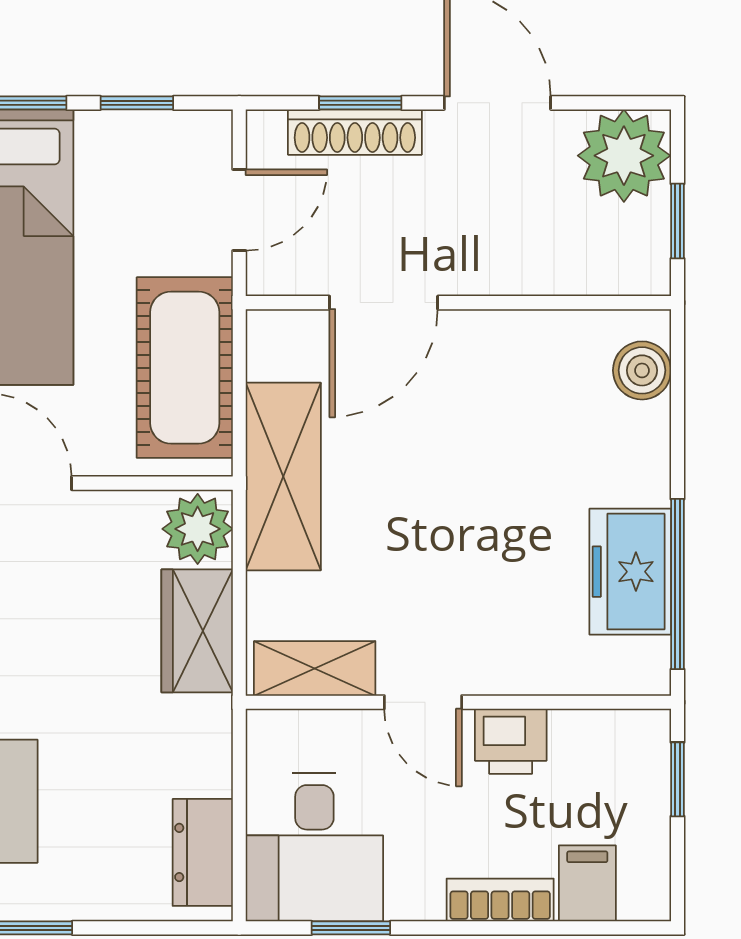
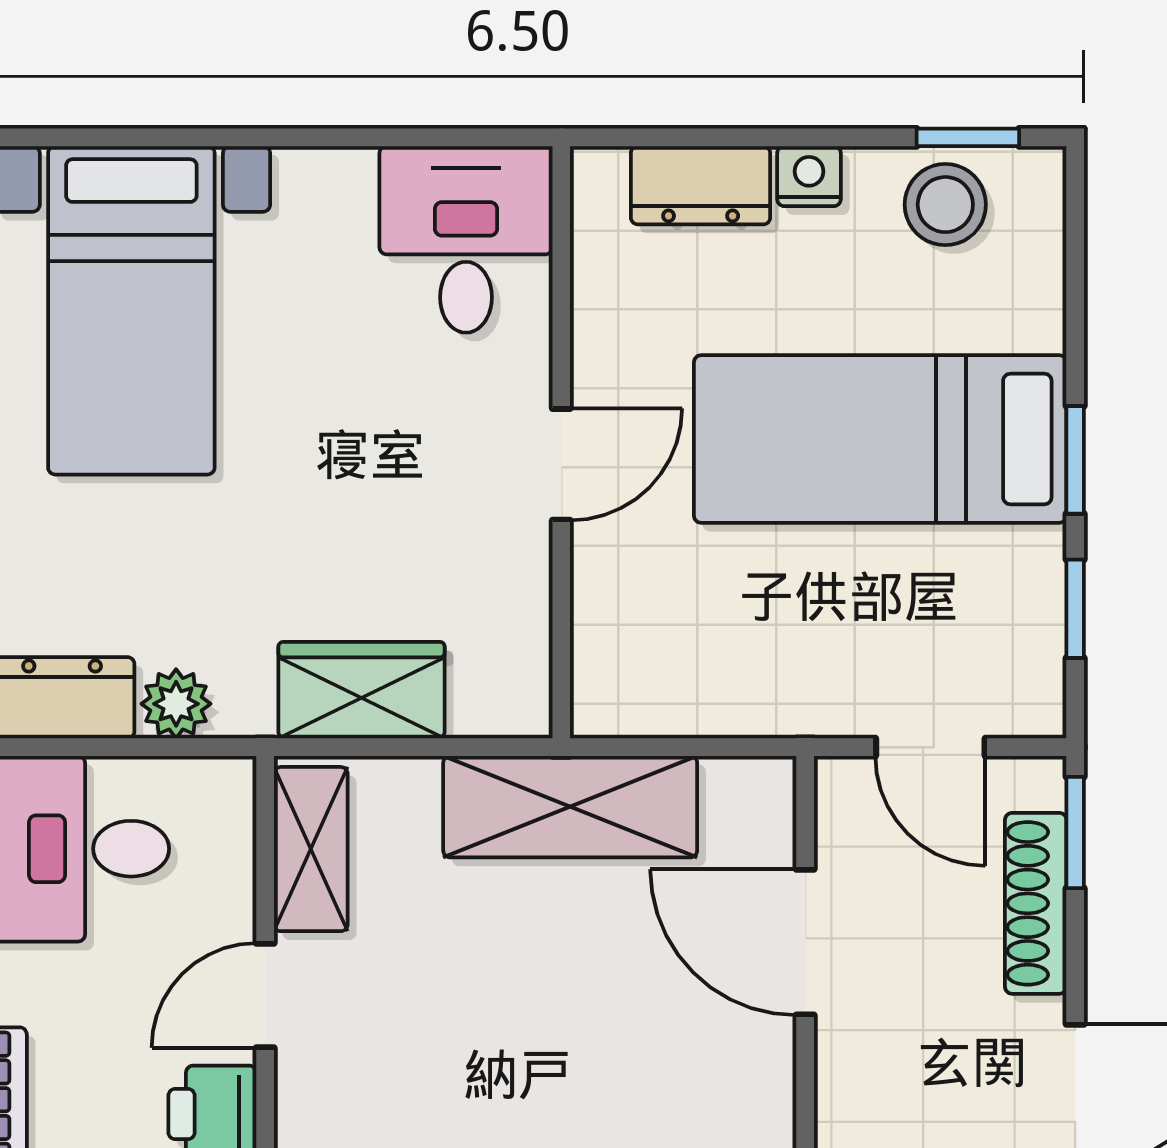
window: (360, 103) -> (1075, 832), moved
cot: (185, 368) -> (717, 673), removed
plant: (198, 529) -> (176, 704), moved, width x0.73, depth x0.73

